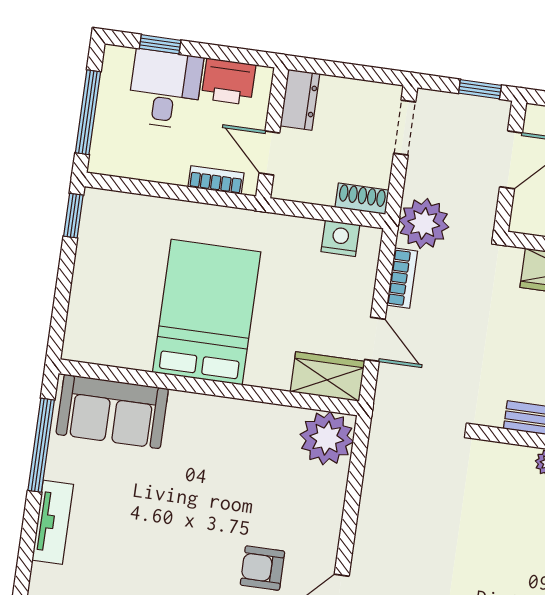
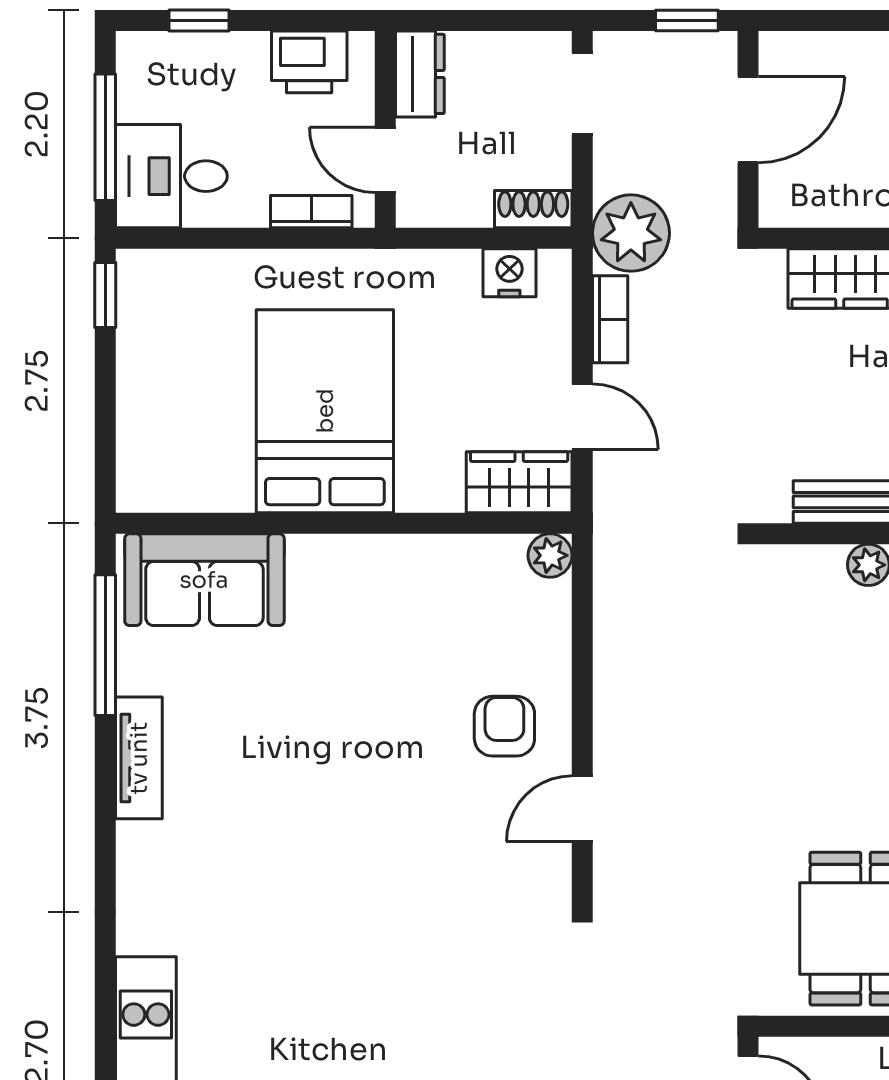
desk: (165, 89) -> (171, 176), moved, turned -90
plant: (327, 438) -> (550, 555), width x0.53, depth x0.53
armchair: (262, 568) -> (504, 726), moved, turned 90

